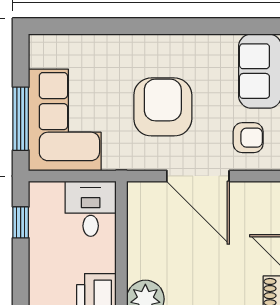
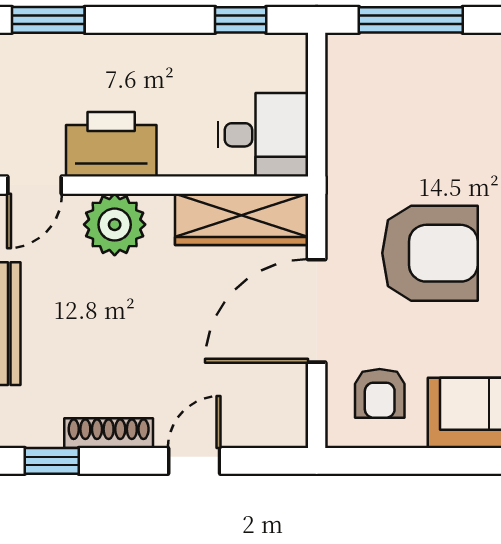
corner sofa: (65, 120) -> (409, 92), removed
wardrobe: (142, 222) -> (242, 219), added

